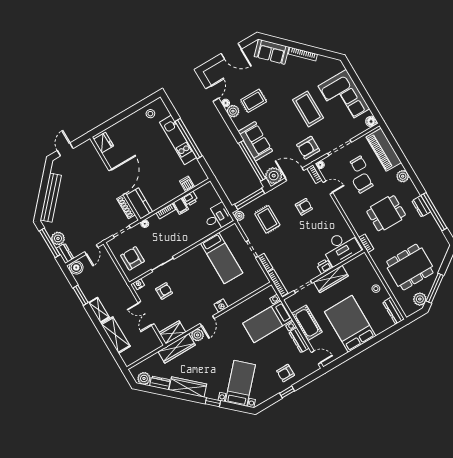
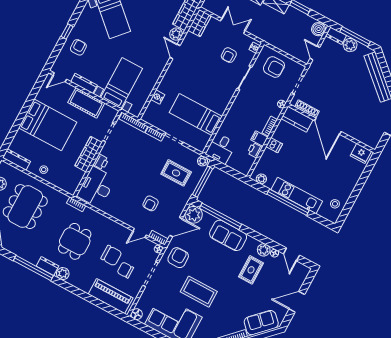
plant: (199, 171) -> (261, 179), added
plant: (403, 176) -> (63, 274), moved
dishwasher: (187, 184) -> (274, 145), moved
nightstand: (221, 306) -> (158, 97), moved

